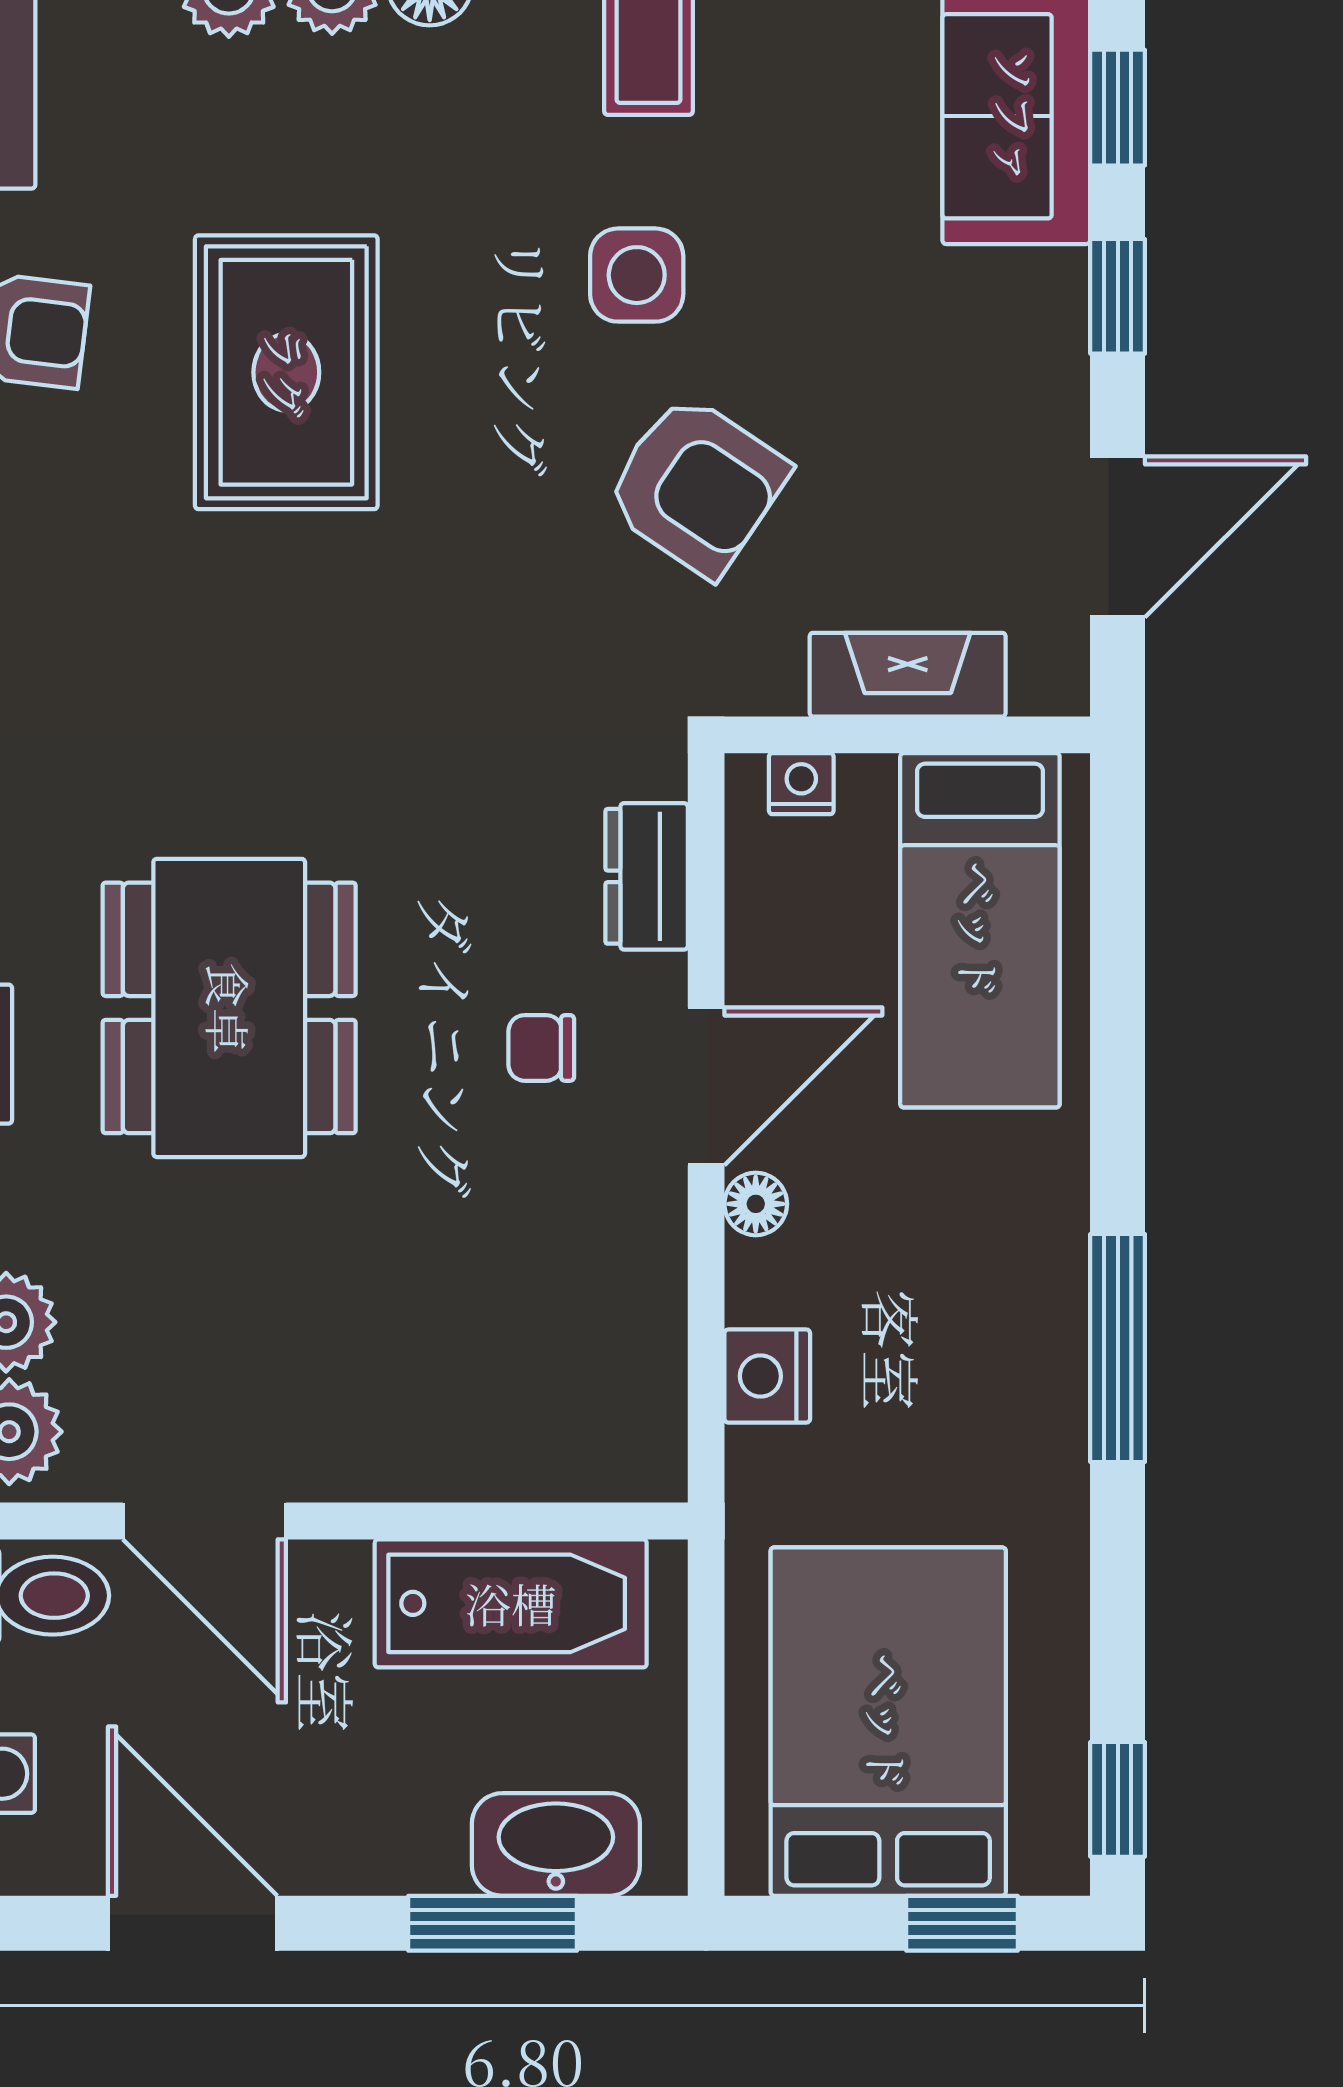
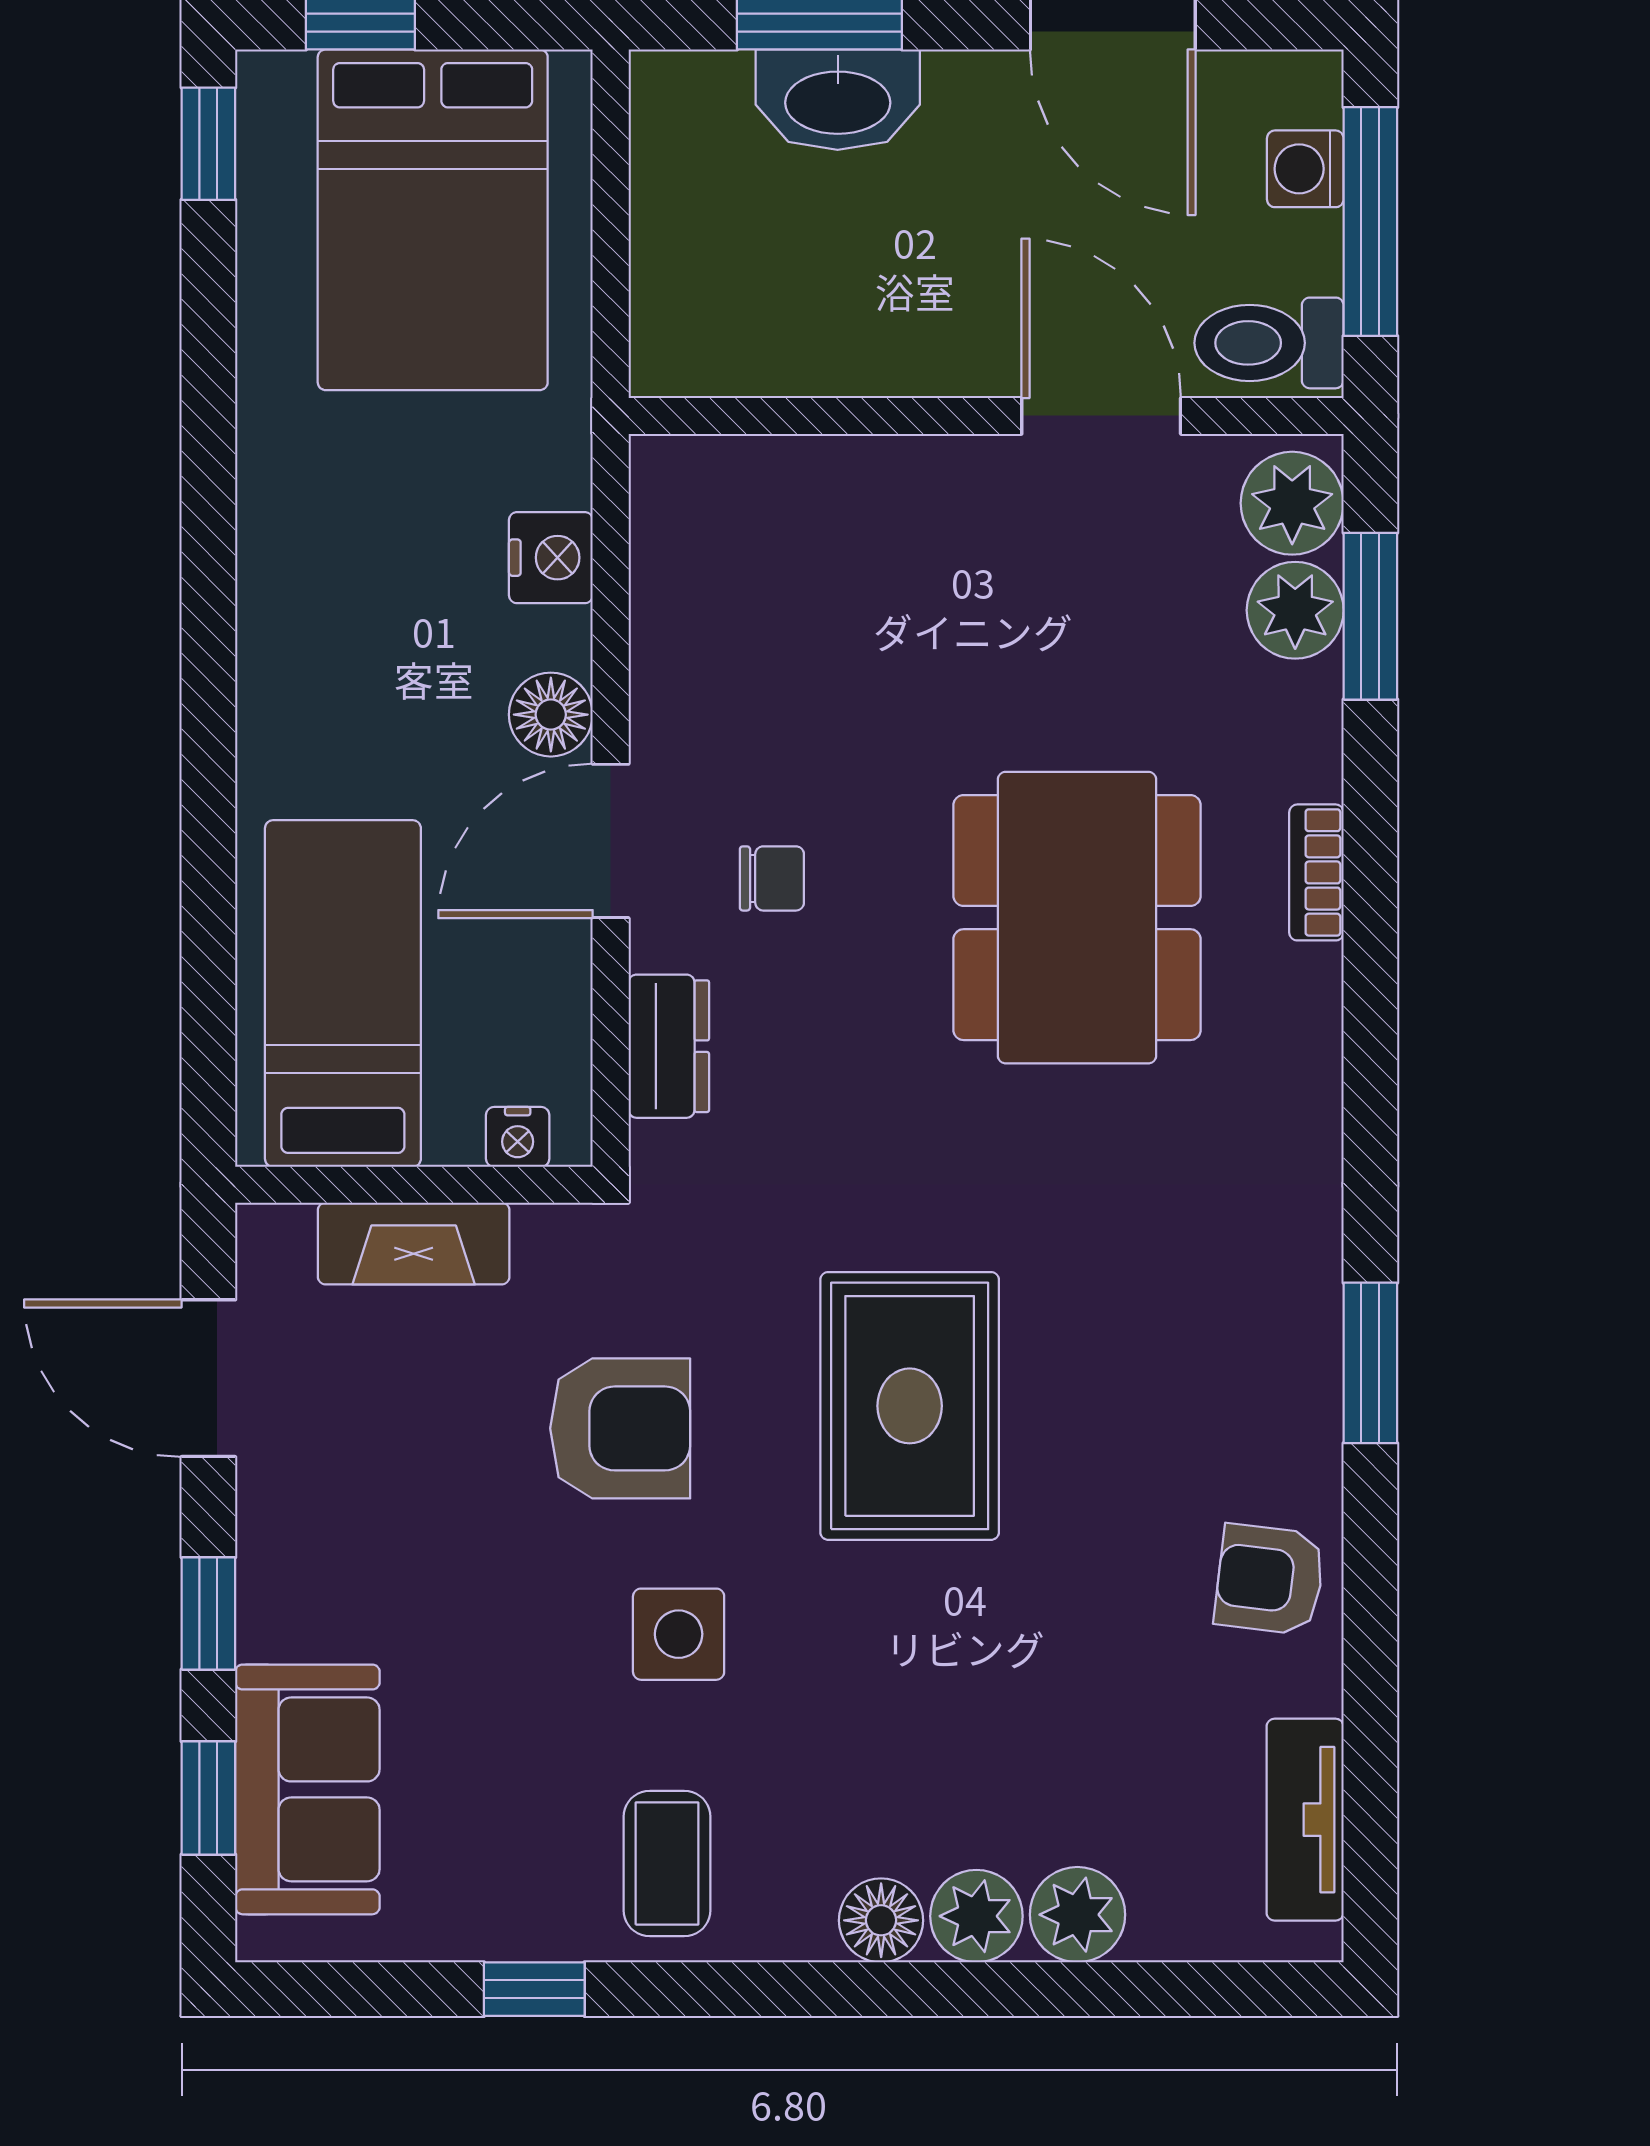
rug: (286, 372) -> (910, 1406), moved
armchair: (696, 485) -> (620, 1428), turned 146
door: (1118, 537) -> (208, 1378), hinge flipped
floor lamp: (756, 1204) -> (551, 715), width x1.37, depth x1.37
window: (1118, 1348) -> (208, 585), removed
bathtub: (511, 1603) -> (802, 335), removed
washbasin: (556, 1844) -> (838, 100), moved

